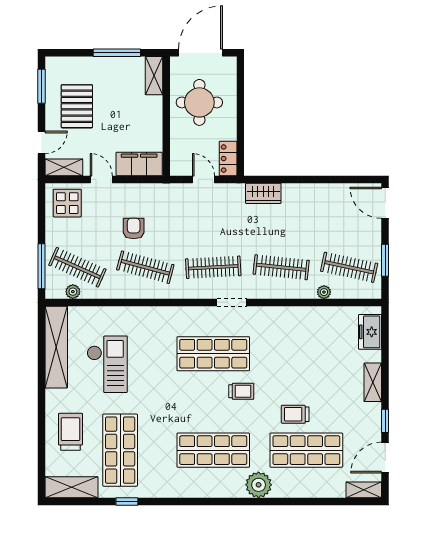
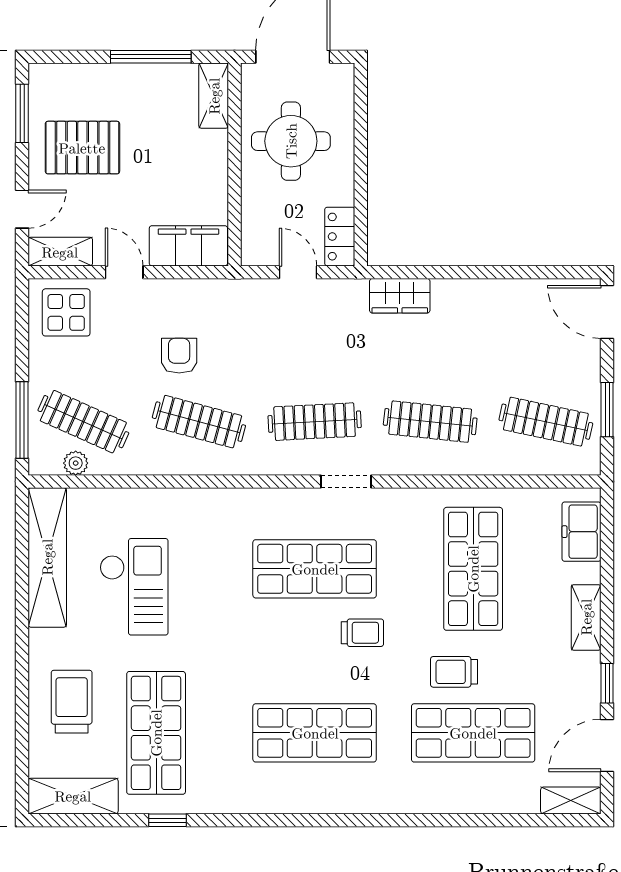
pallet: (77, 106) -> (82, 148), turned 90
plant: (324, 292) -> (503, 464), removed
shop shelf: (306, 354) -> (473, 569), added
plant: (259, 485) -> (392, 792), removed

